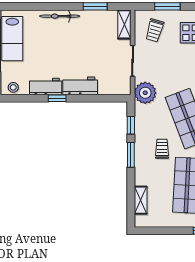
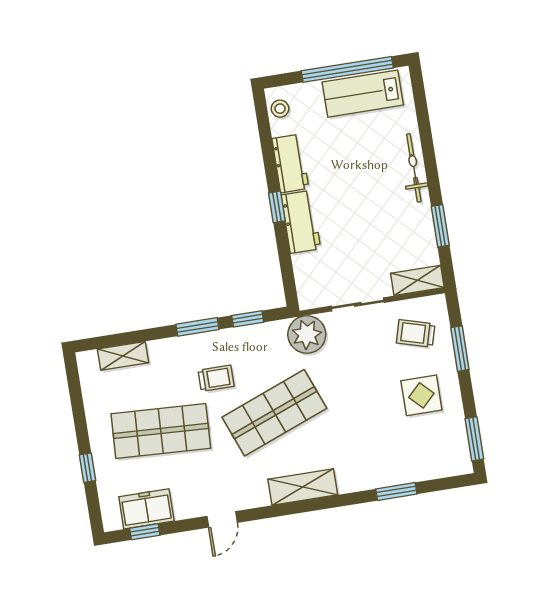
window: (57, 98) -> (277, 207), moved

